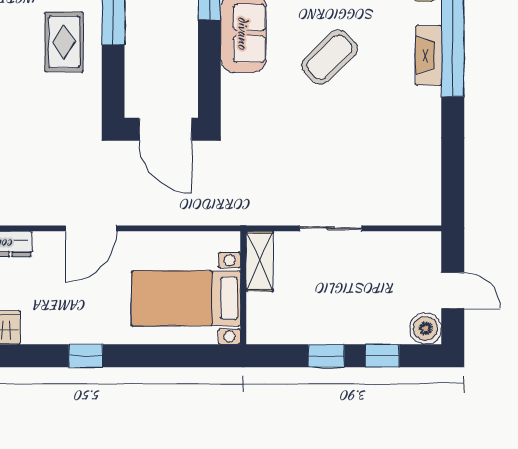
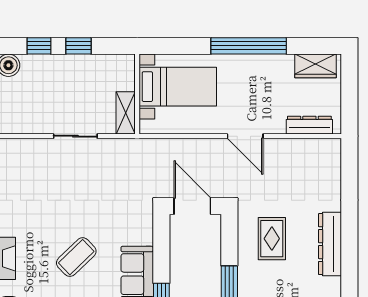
rug: (64, 42) -> (272, 239), moved
door: (91, 228) -> (245, 136), swing flipped
window: (86, 356) -> (249, 46), width x3.17

